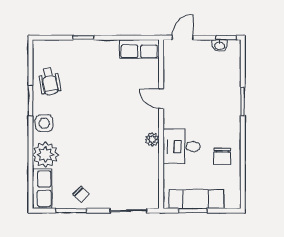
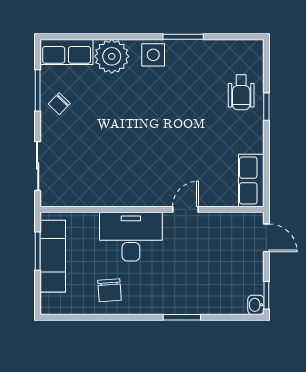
washbasin: (220, 46) -> (256, 305), moved
wheelchair: (50, 81) -> (241, 92), moved, turned -80
plant: (152, 139) -> (132, 198), removed
desk: (182, 147) -> (131, 237), width x1.37
chair: (222, 156) -> (109, 290), turned -94

